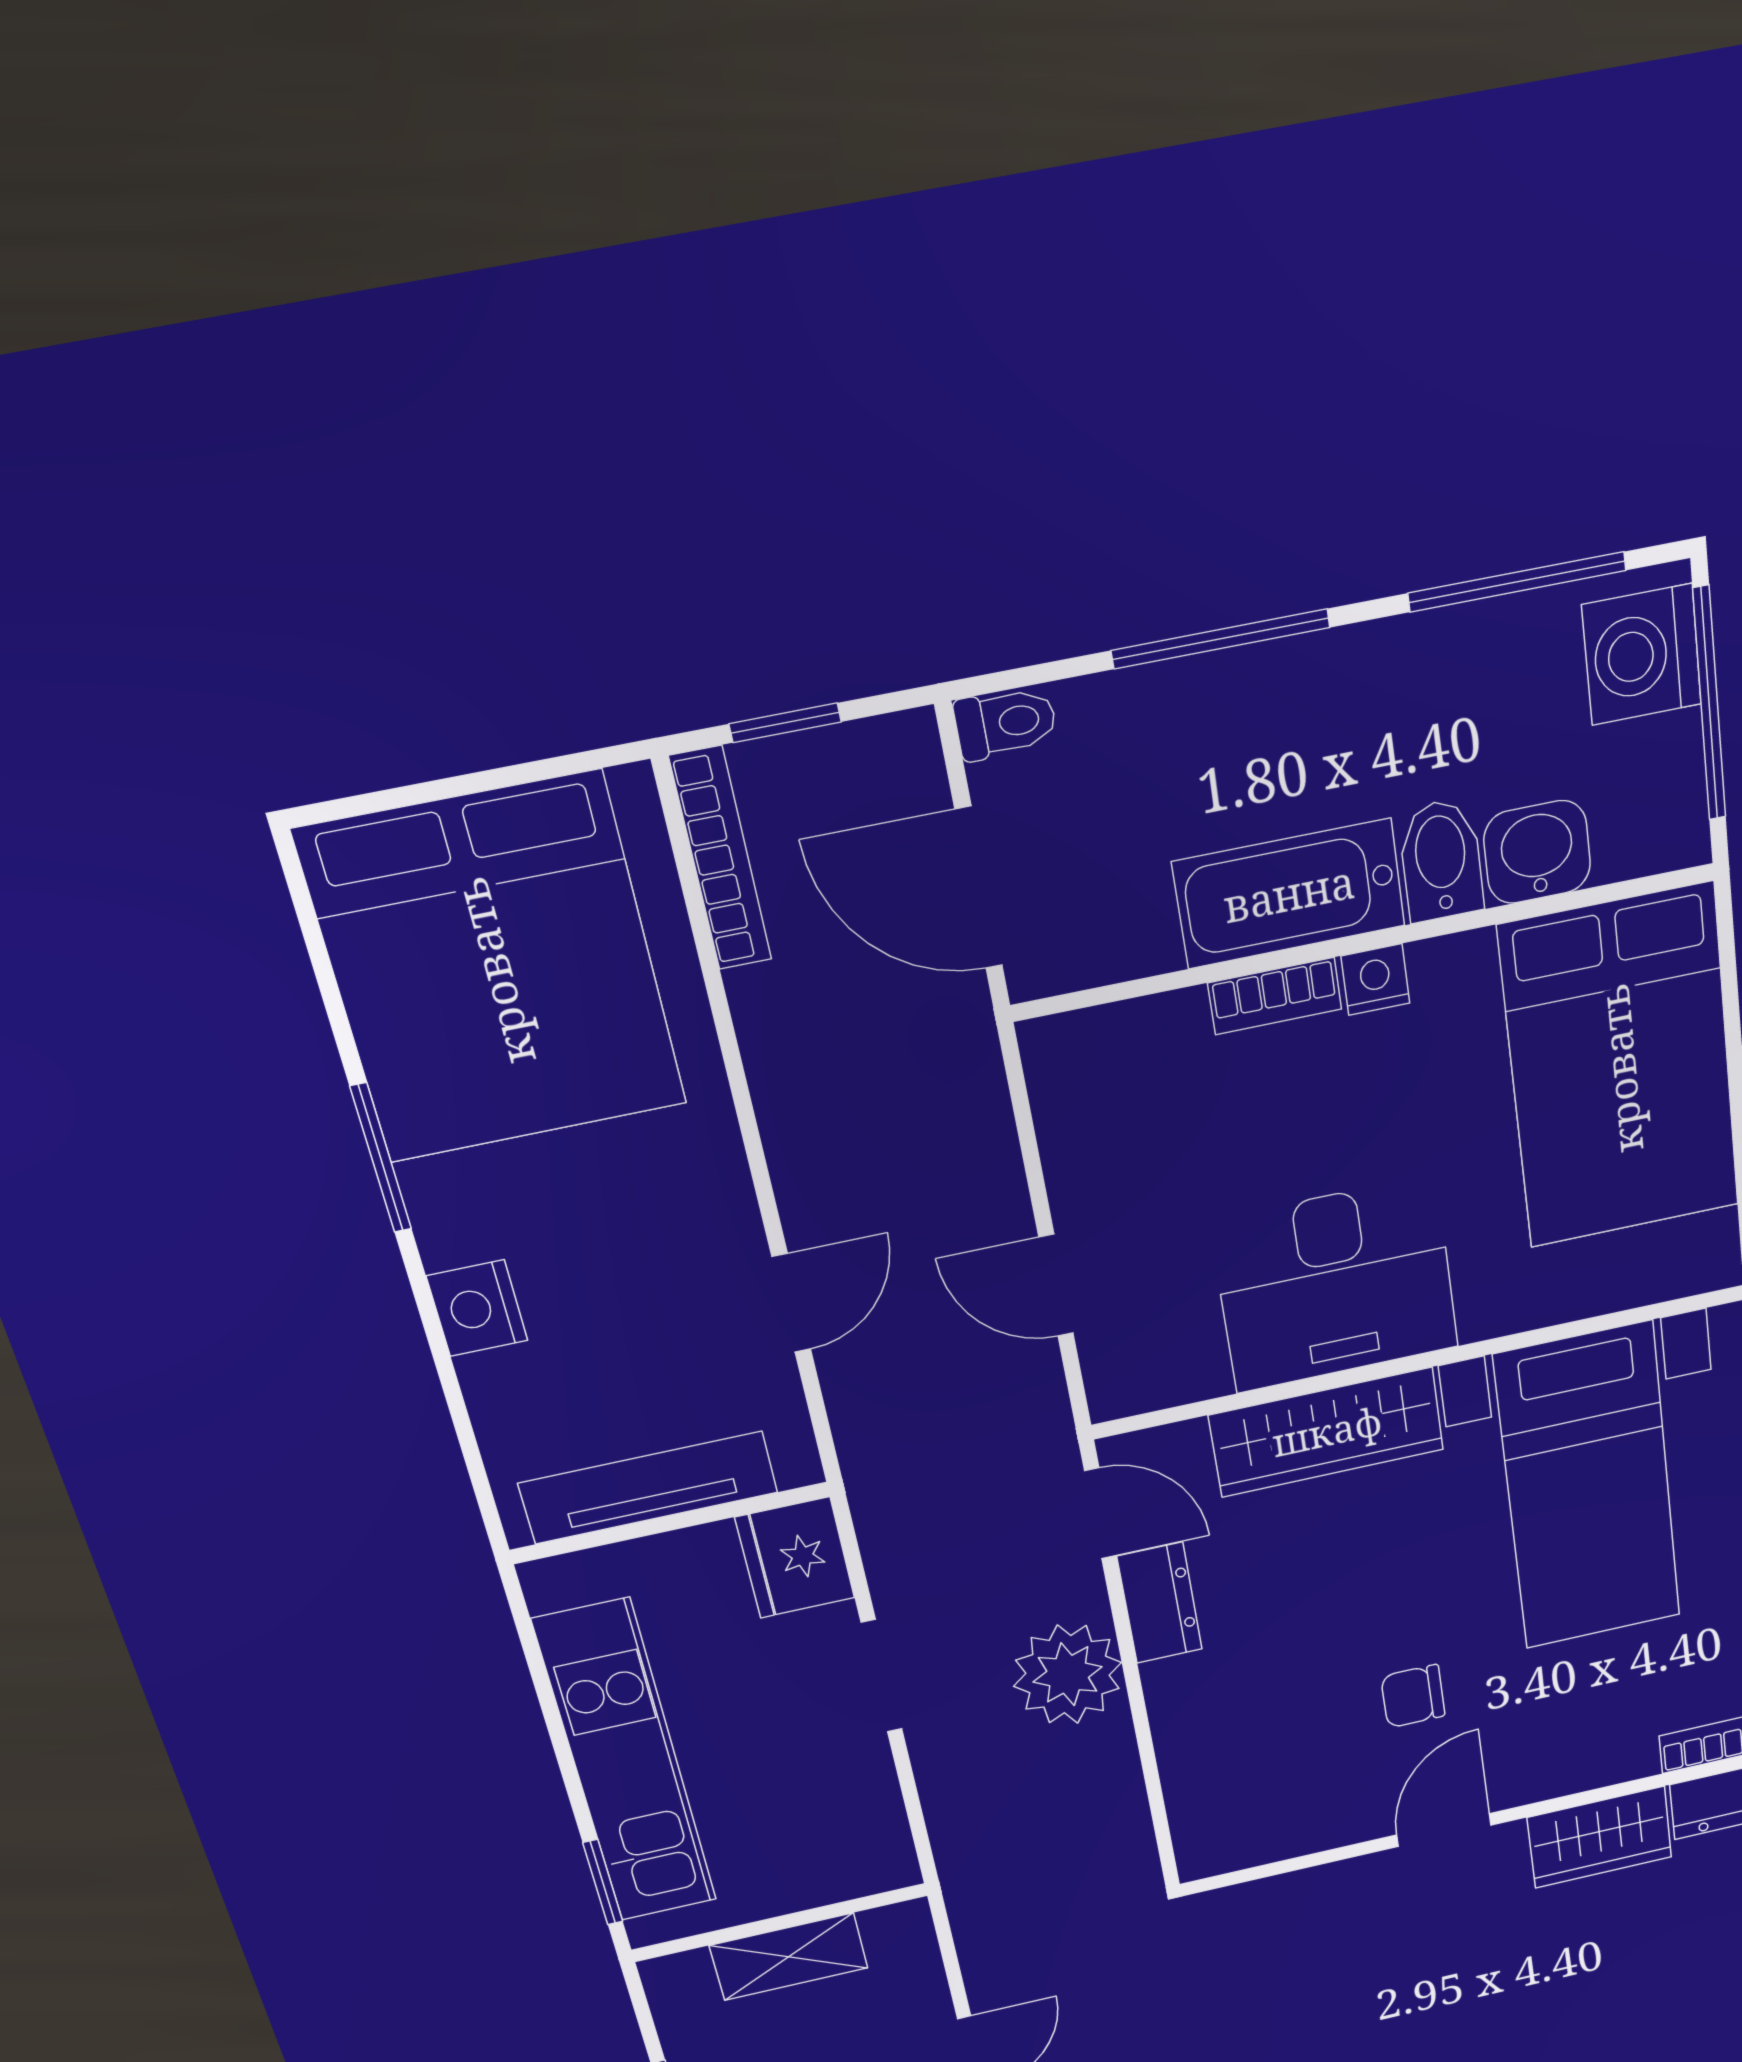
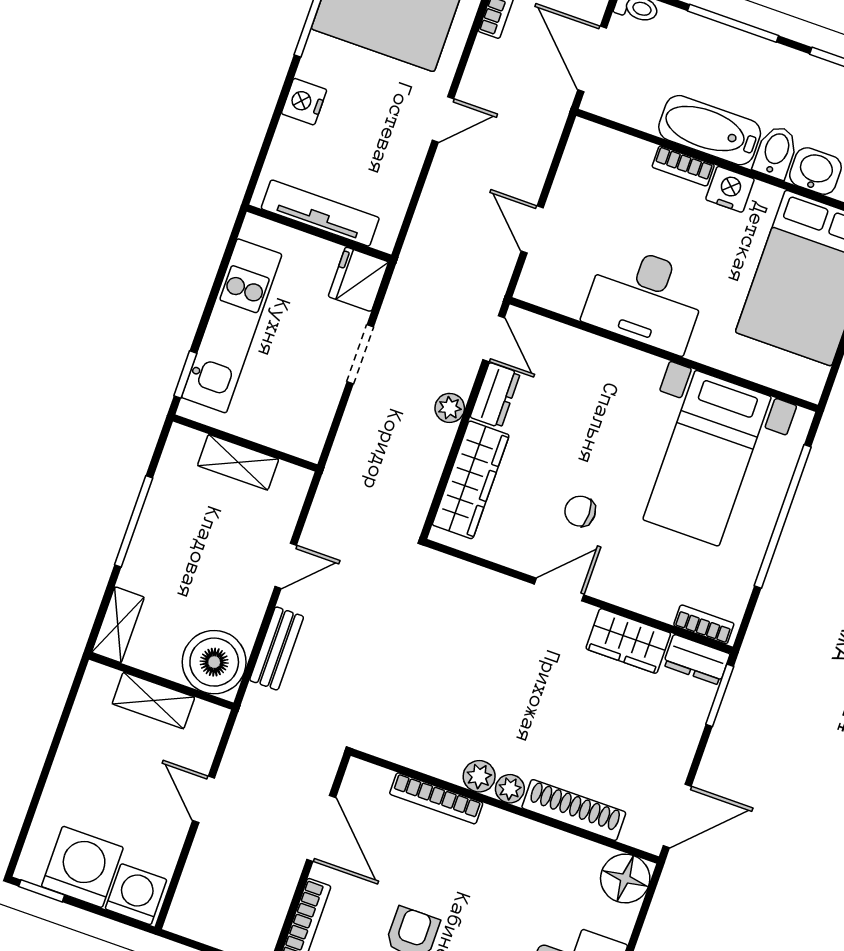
nightstand: (1375, 980) -> (730, 189), width x1.39, depth x1.35
door: (791, 1303) -> (443, 119), moved
wardrobe: (1327, 1432) -> (471, 480), moved, turned -90
plant: (1068, 1674) -> (450, 408), width x0.53, depth x0.53

